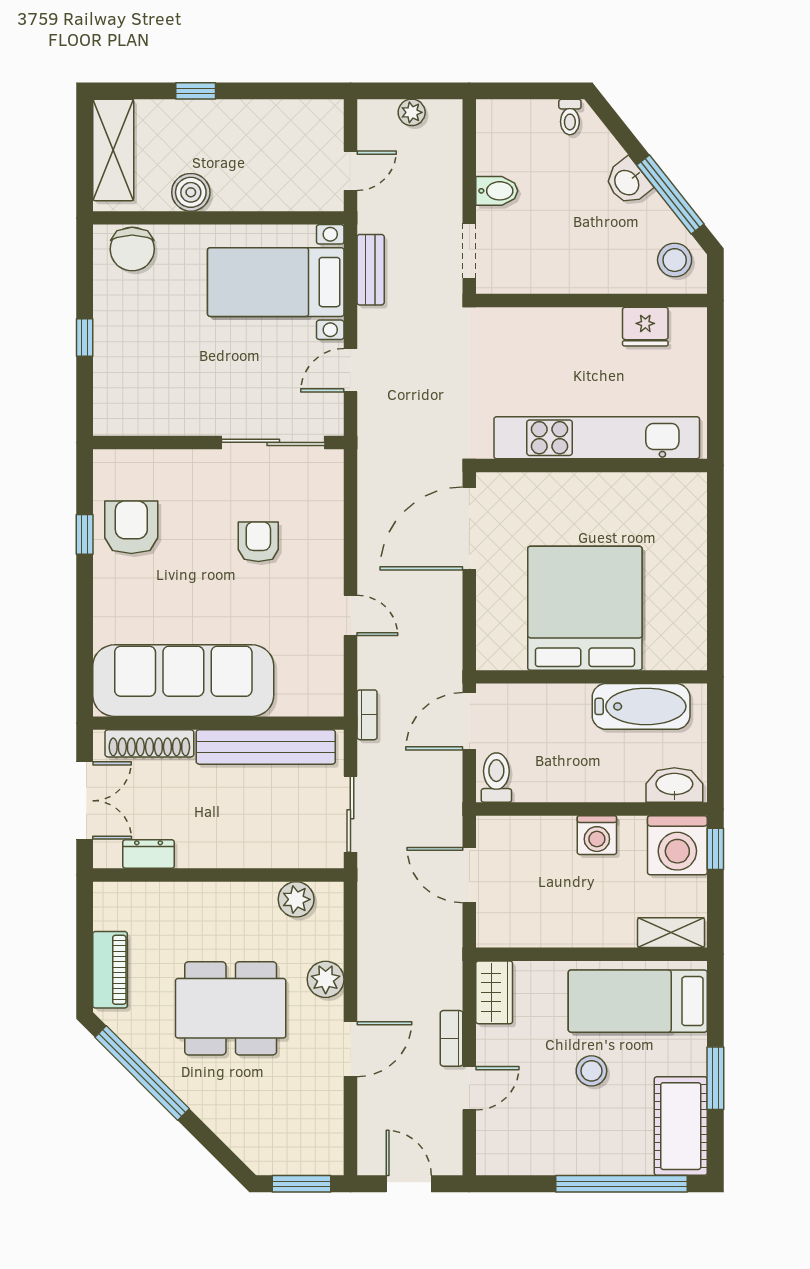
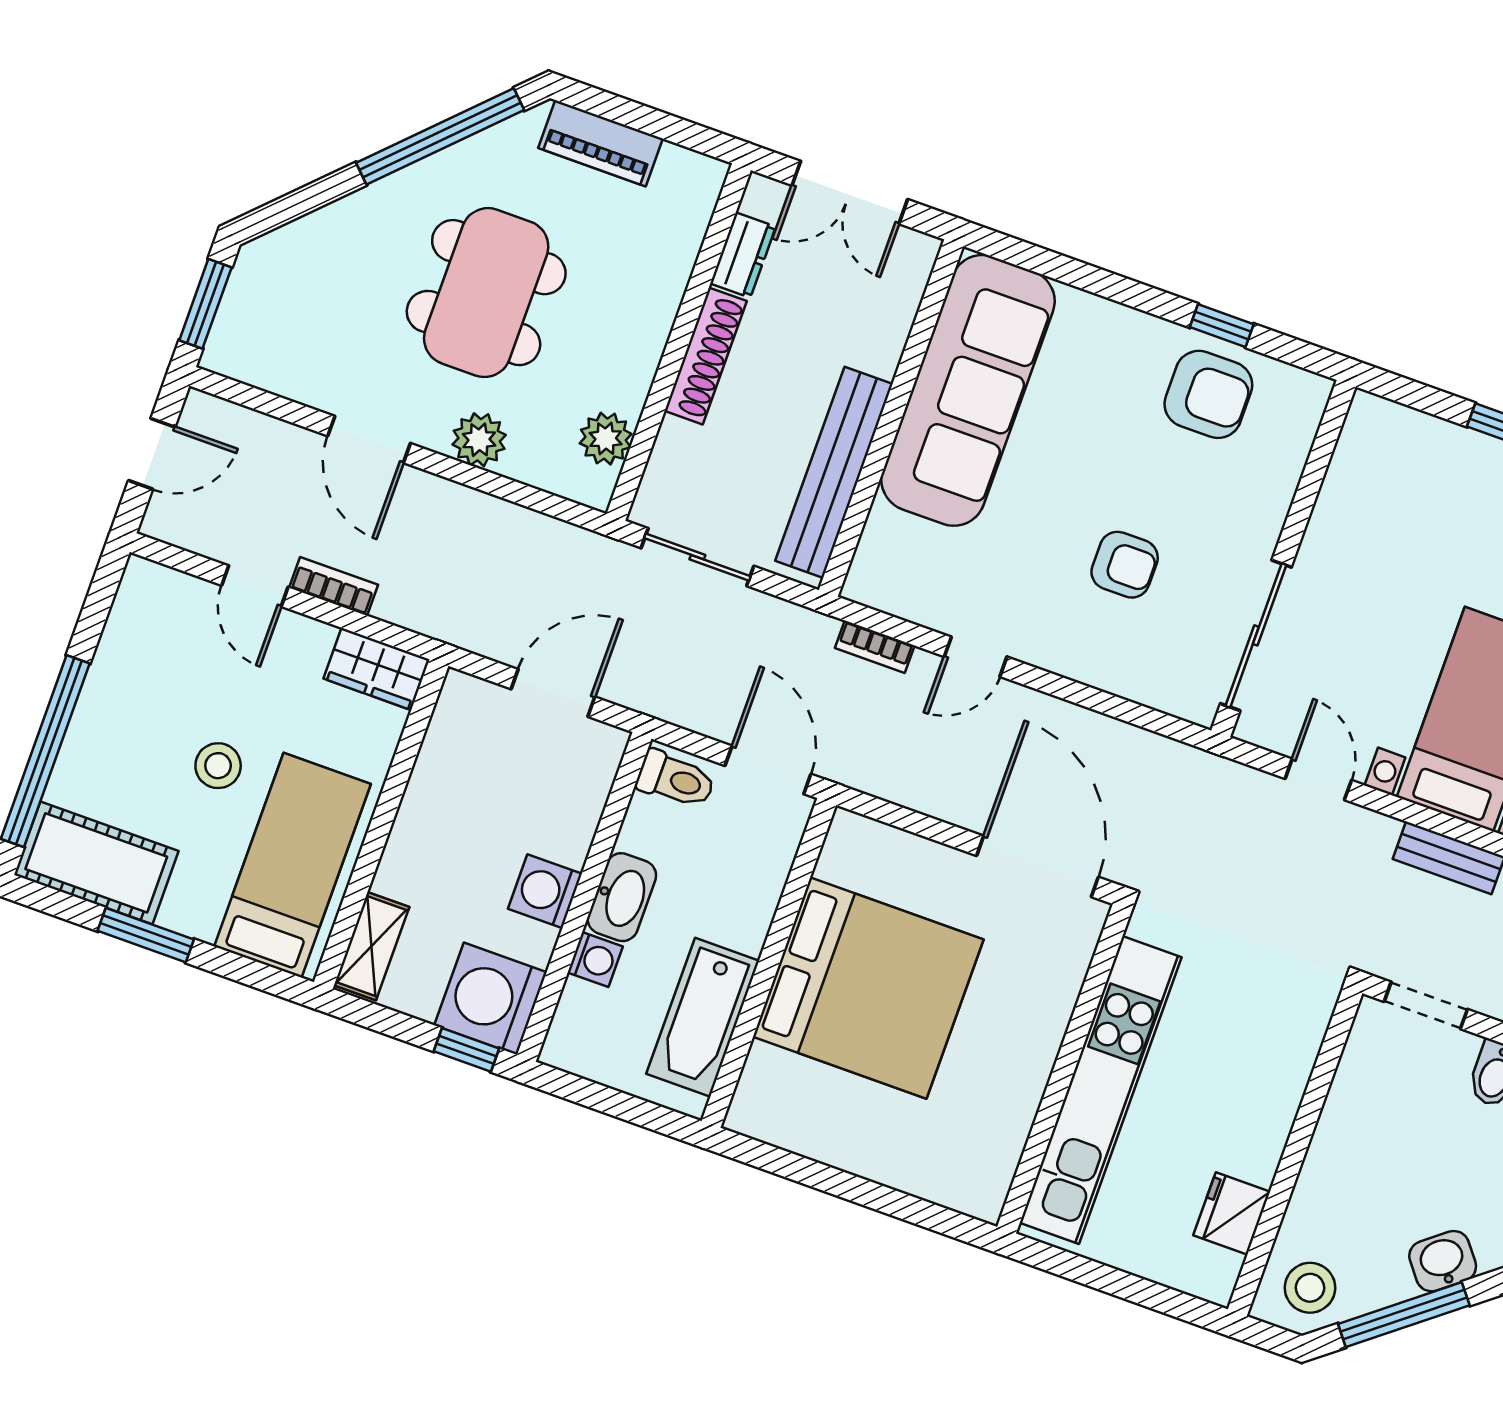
bookcase: (367, 715) -> (875, 647), moved
shoe rack: (149, 743) -> (706, 356), moved, turned 180
washbasin: (674, 785) -> (622, 897), moved
washing machine: (629, 788) -> (595, 960), added

